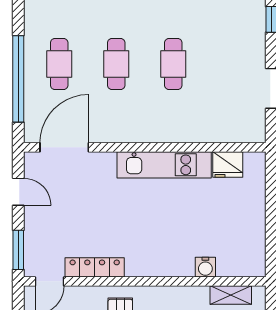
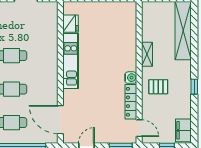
water cooler: (205, 267) -> (131, 78), moved
shelving: (231, 295) -> (147, 54), moved

